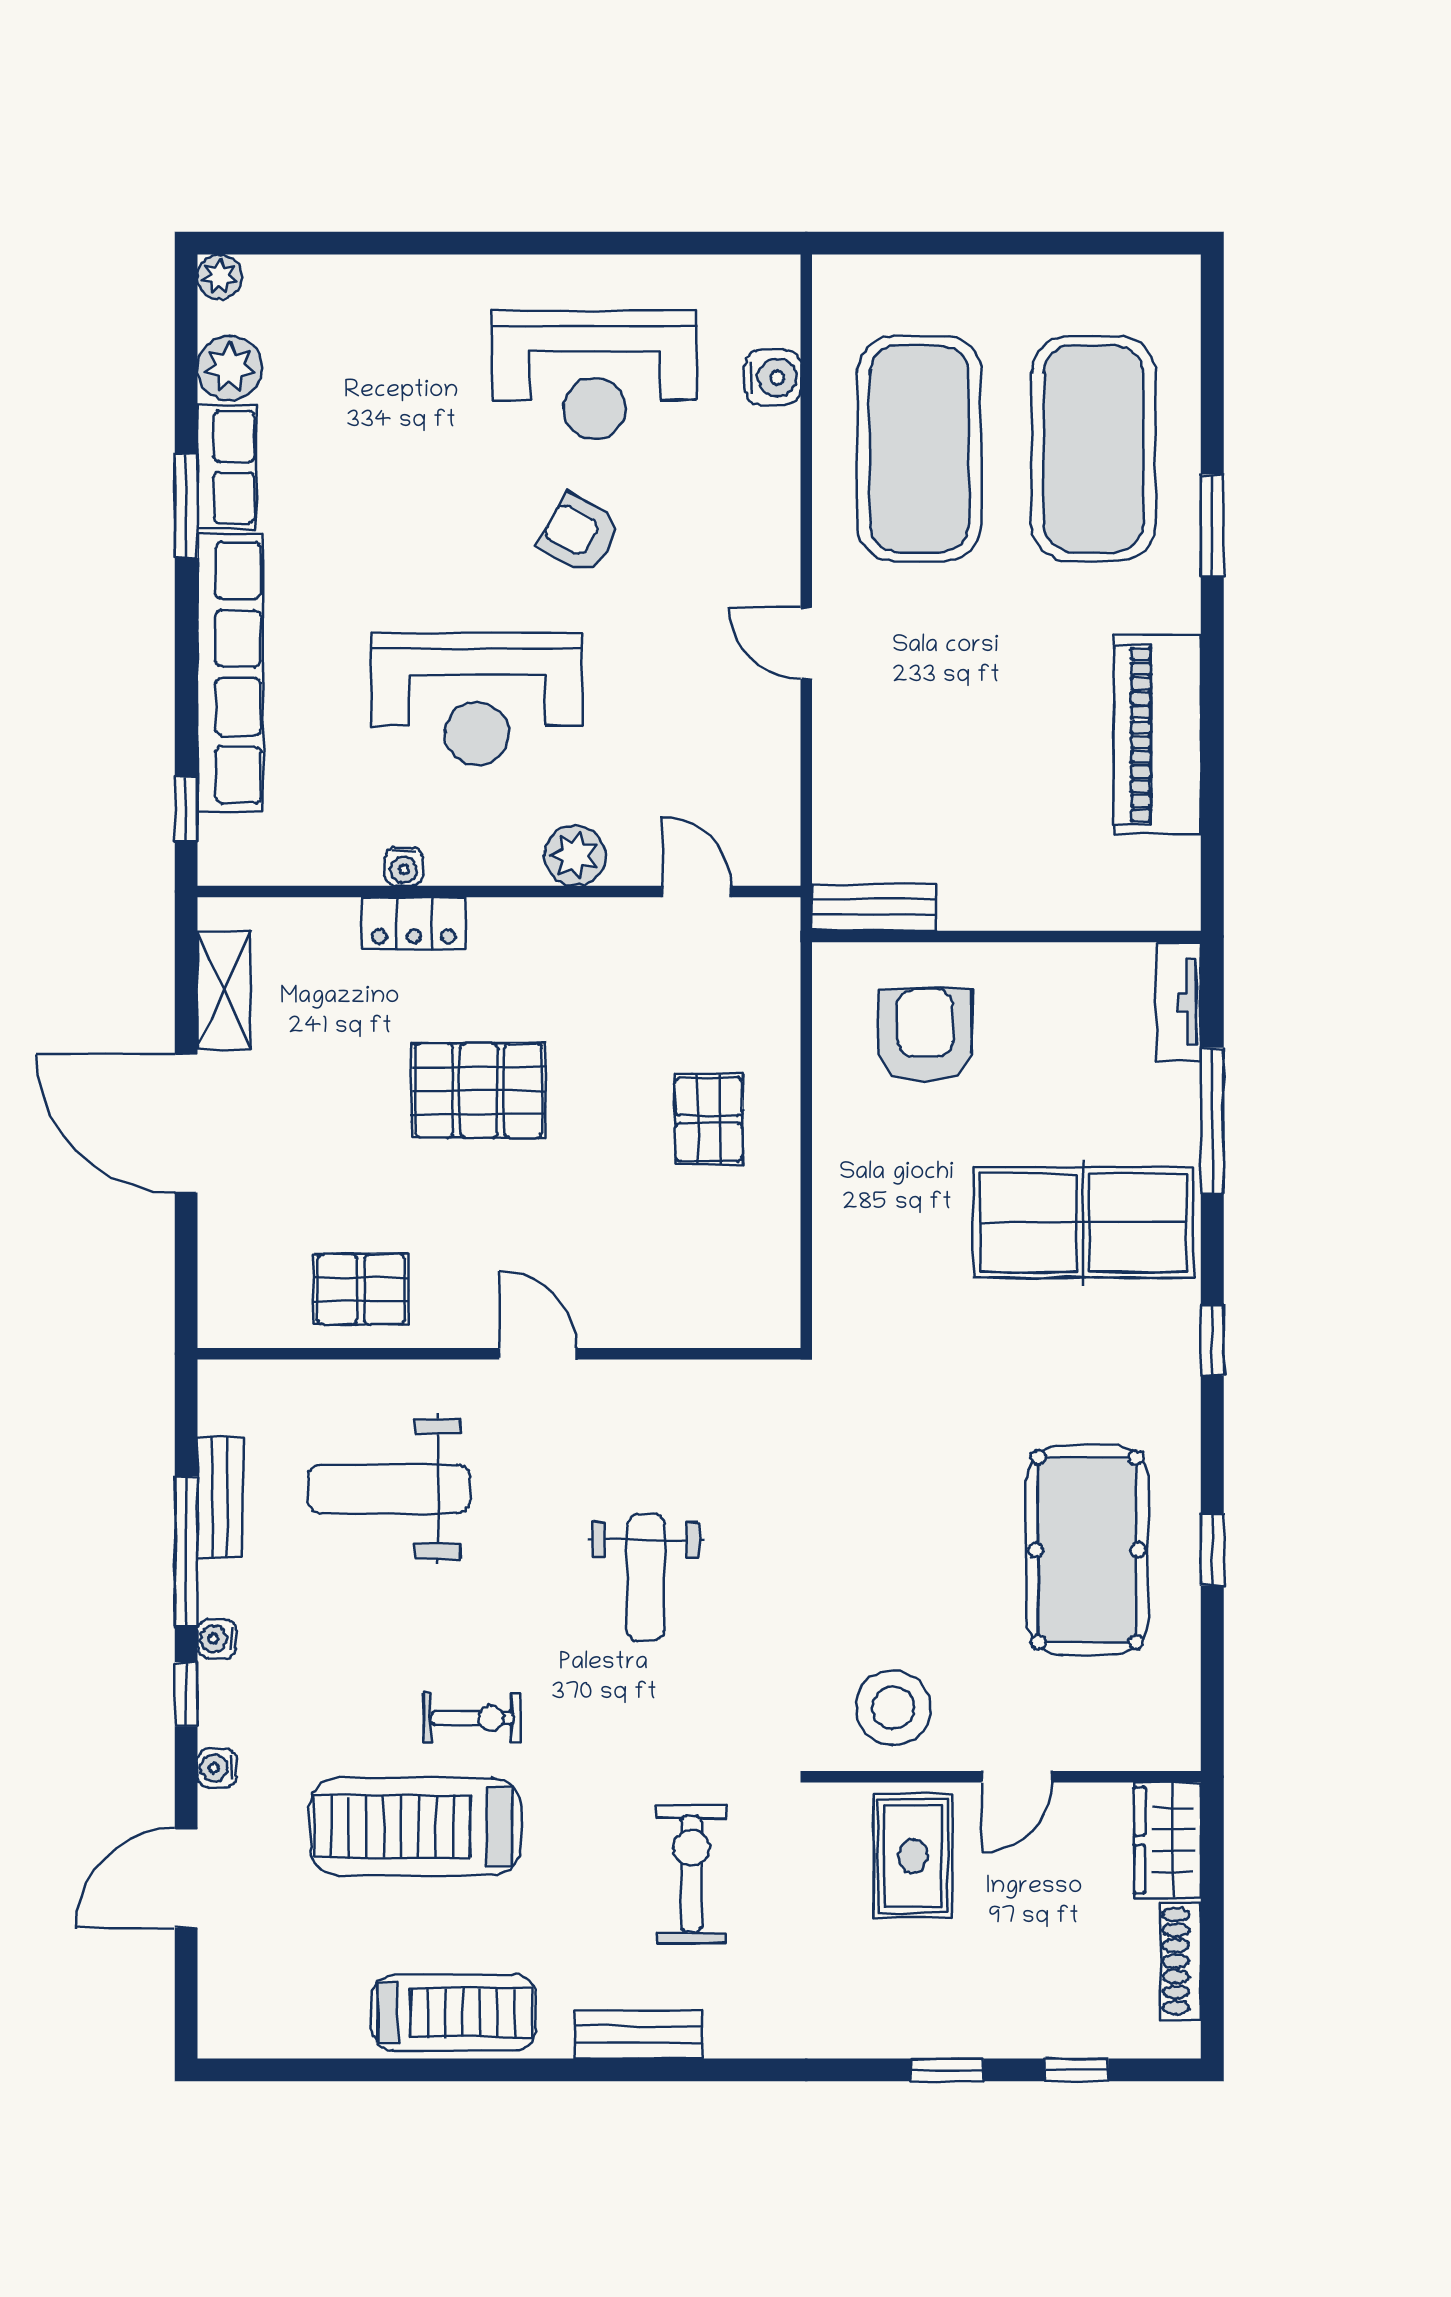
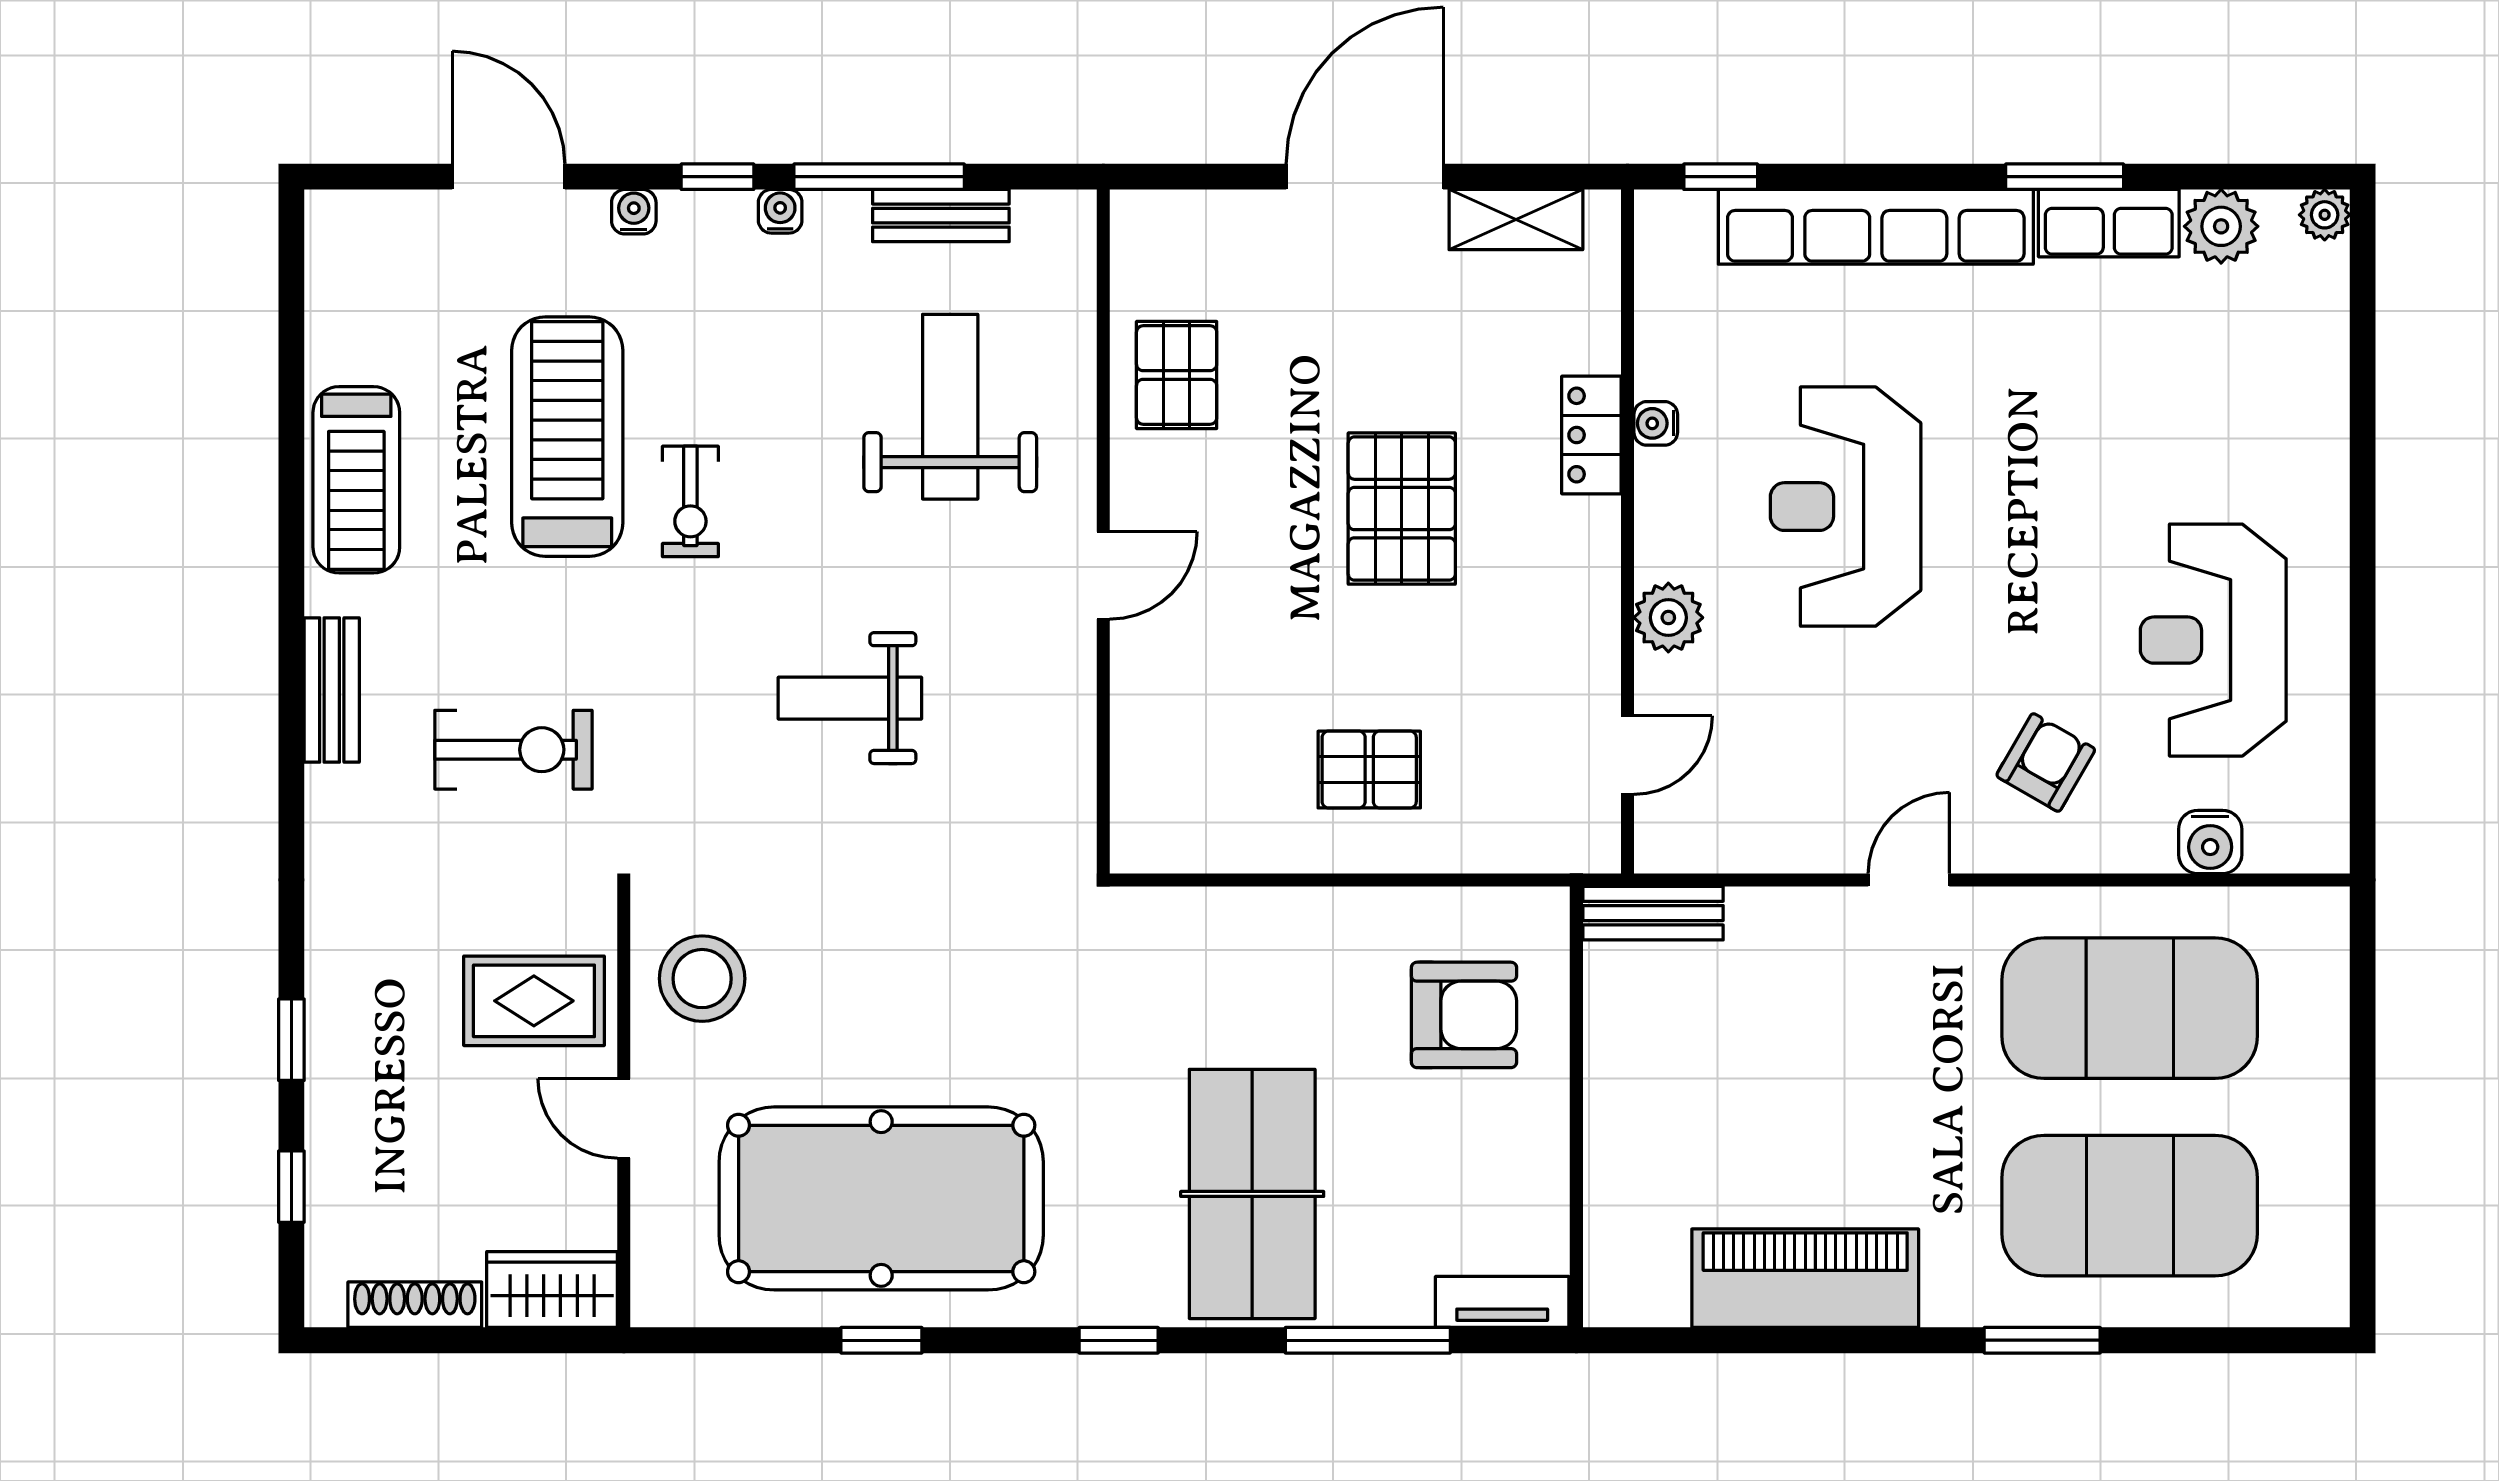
armchair: (579, 534) -> (2046, 763), moved
bench: (874, 907) -> (1653, 913), moved, turned 90
pool table: (1087, 1550) -> (881, 1198), width x1.36, depth x1.32

